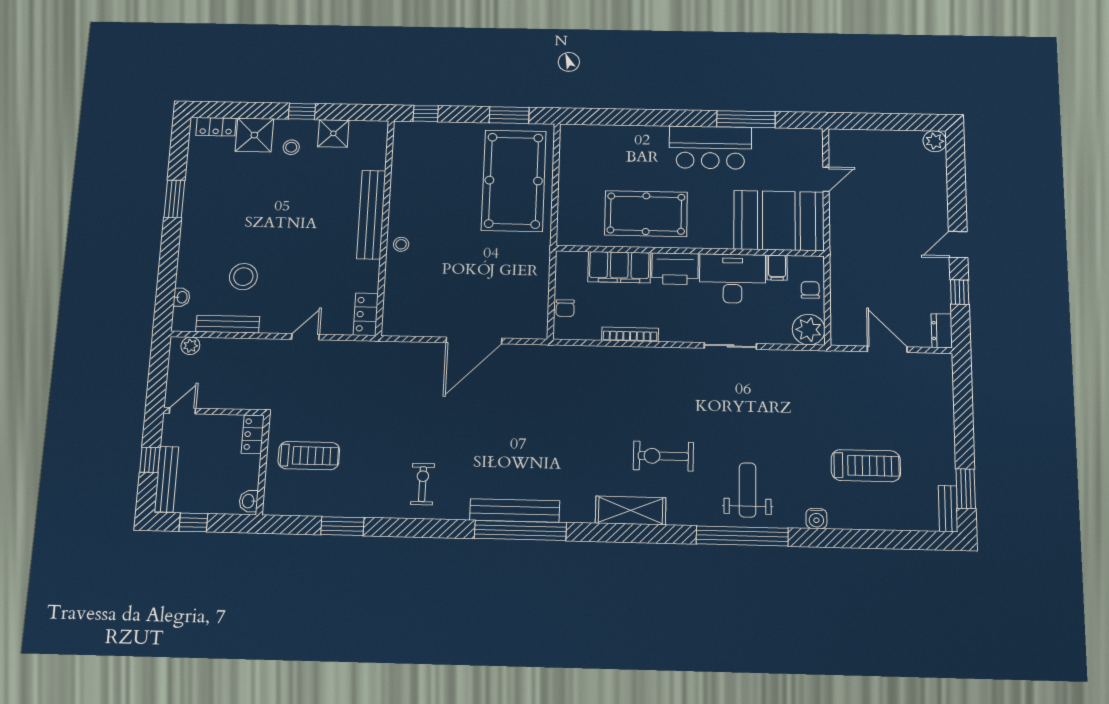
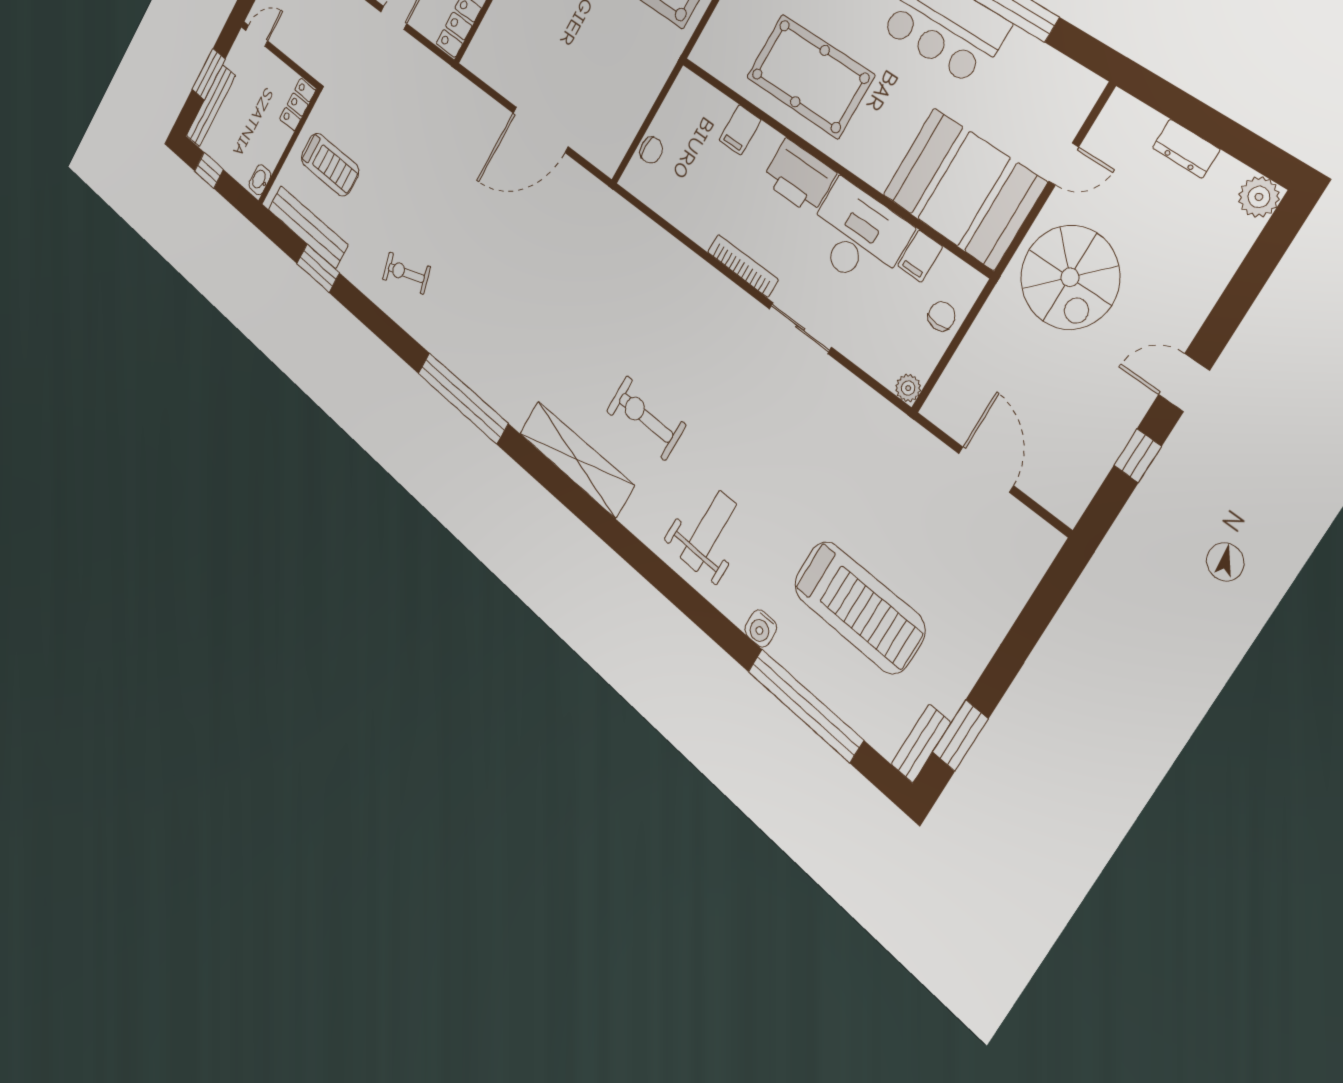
spiral stairs: (867, 230) -> (1070, 277), added
filing cabinet: (619, 267) -> (740, 130), width x0.33, depth x0.86
chair: (565, 308) -> (651, 150), turned -90
plant: (809, 330) -> (908, 388), width x0.53, depth x0.53
dresser: (942, 331) -> (1186, 149), moved, turned -90
bookcase: (630, 334) -> (743, 266), moved
window: (150, 460) -> (209, 74), width x1.50
treadmill: (866, 466) -> (859, 607), width x1.37, depth x1.38
exercise bike: (422, 484) -> (406, 273), turned -107
bench: (515, 510) -> (308, 227), moved
shelving: (631, 510) -> (576, 459), width x1.47
window: (742, 536) -> (805, 705), moved

